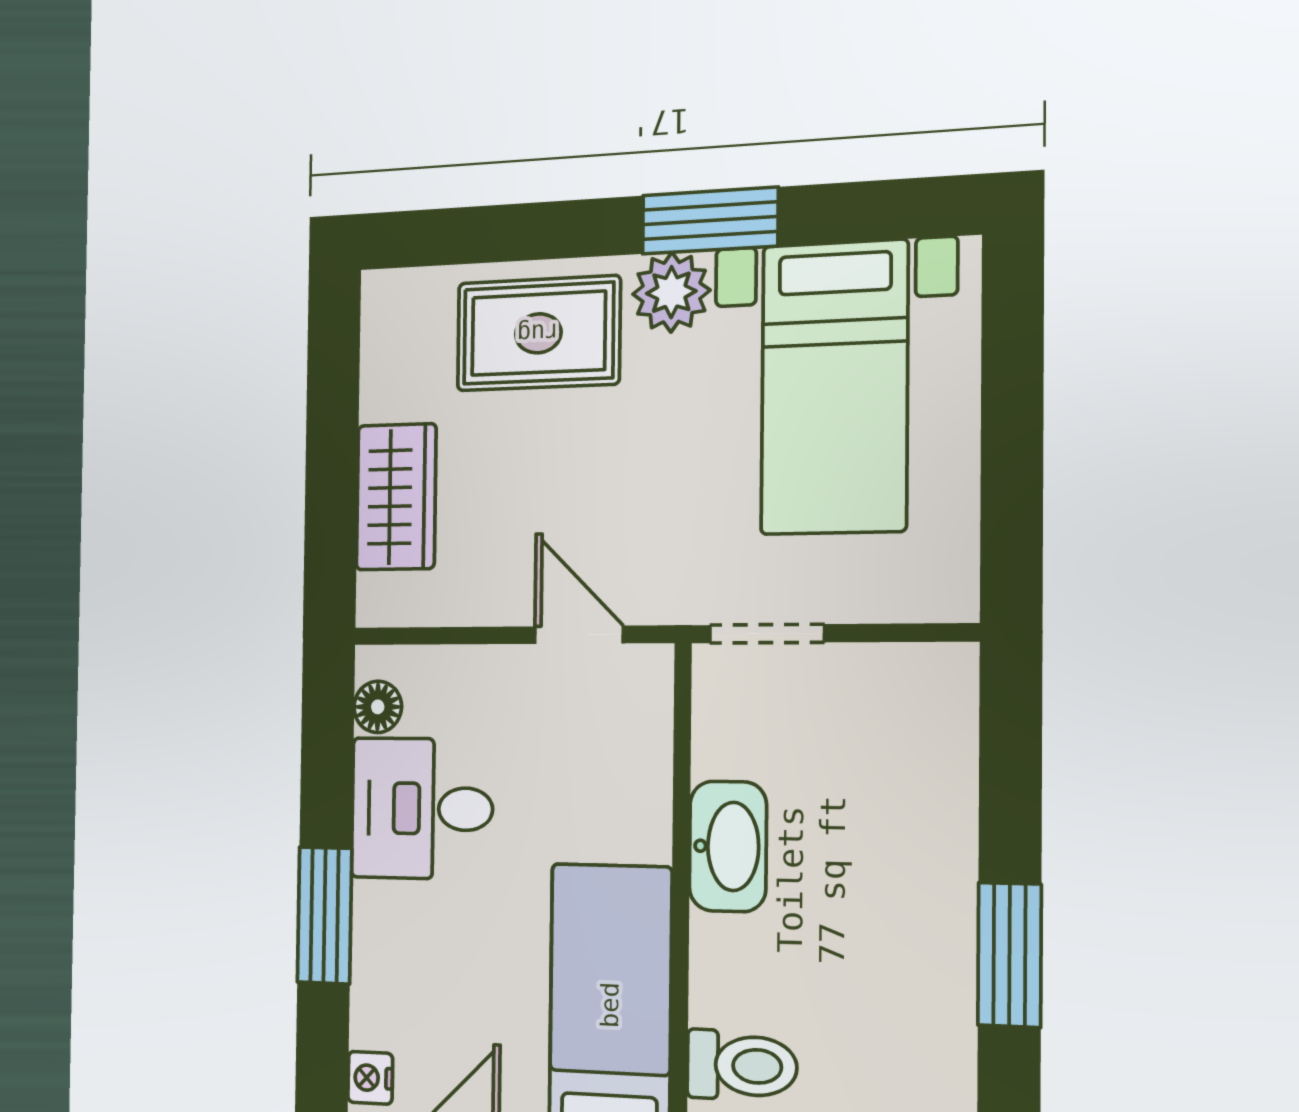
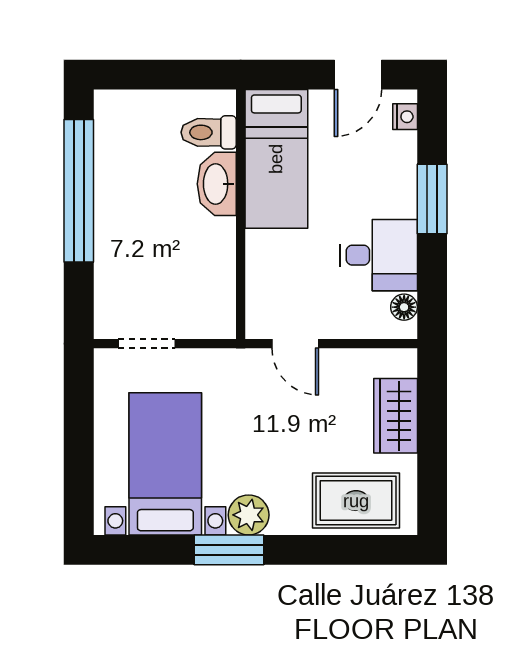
rug: (538, 333) -> (356, 501), moved
doorway: (767, 634) -> (147, 344), moved
washbasin: (728, 846) -> (217, 184), moved
window: (1010, 955) -> (79, 191), width x2.11

